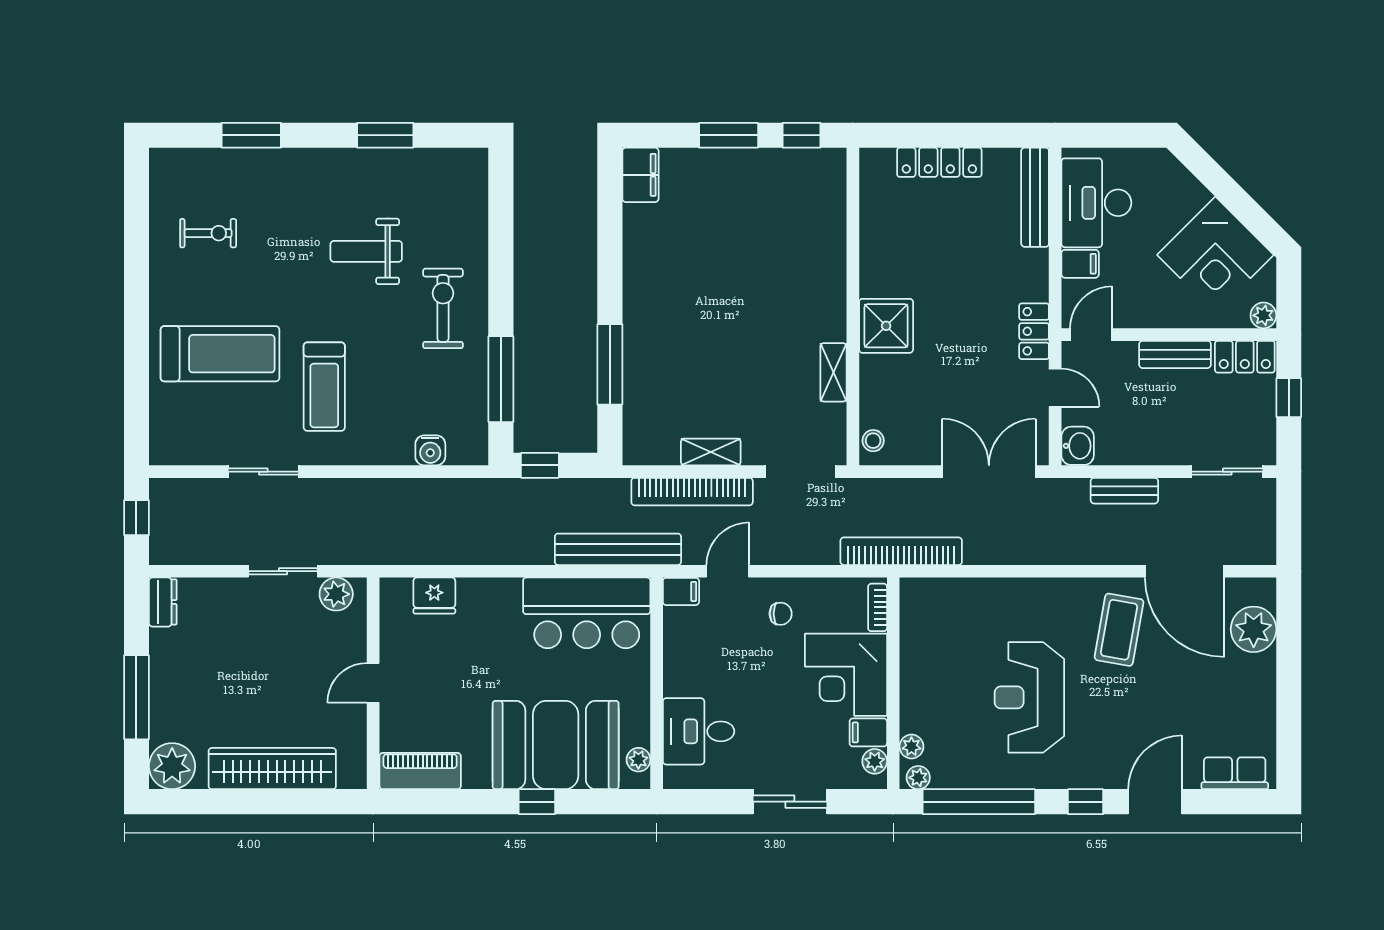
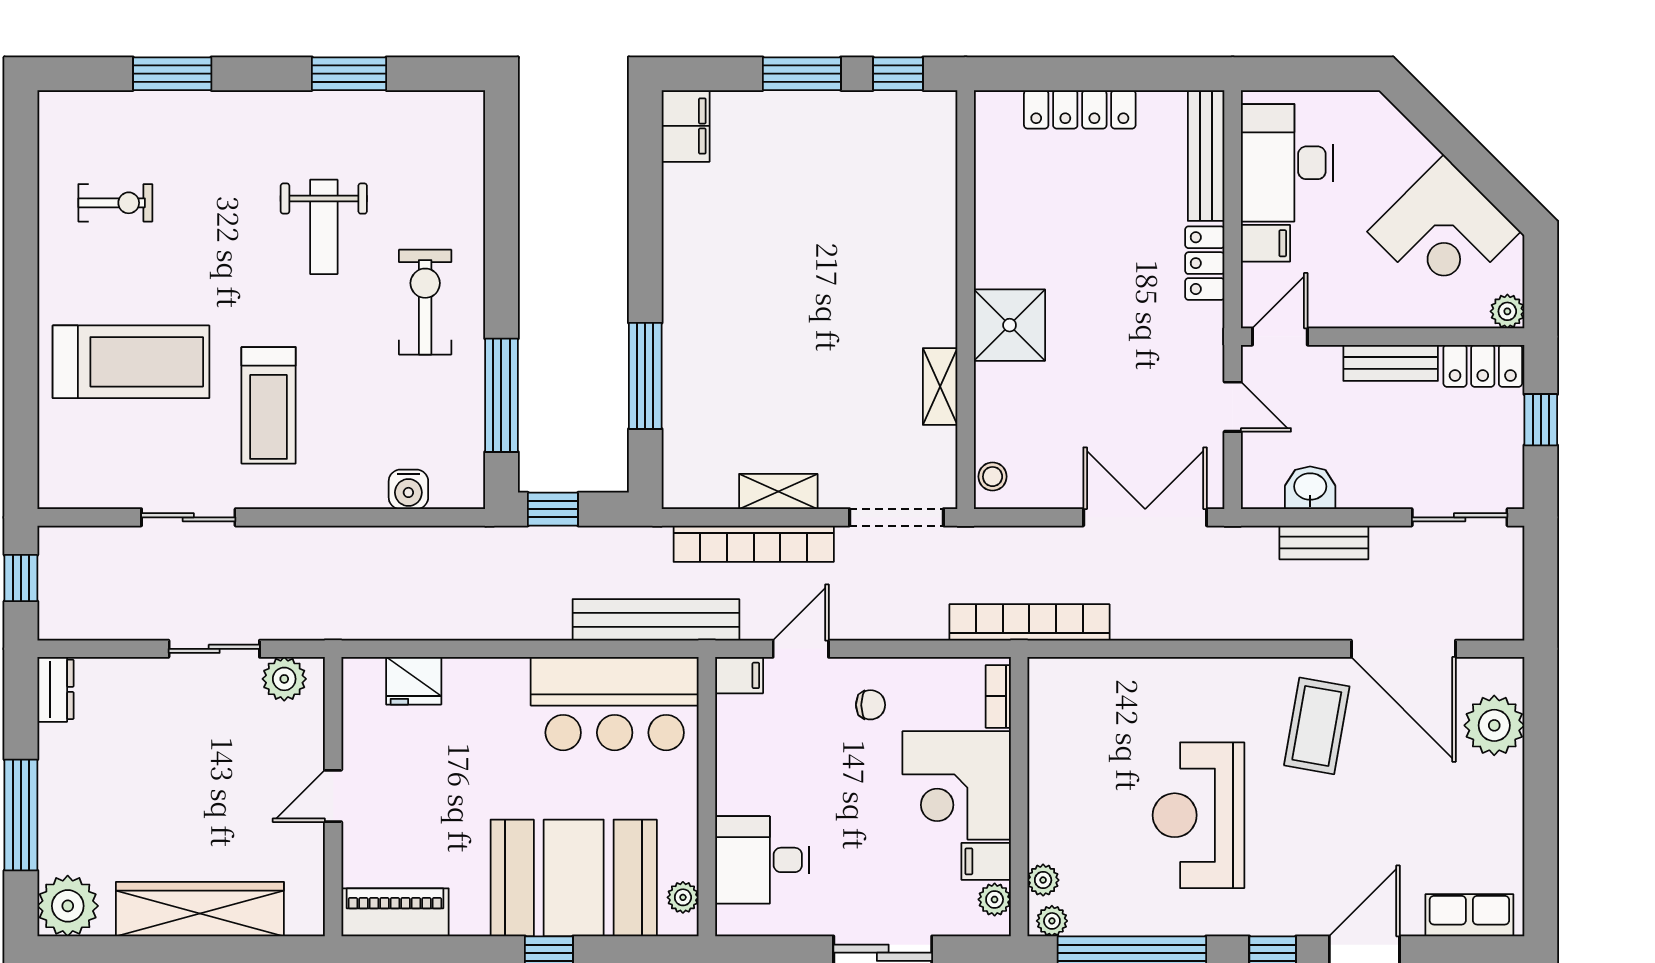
weight bench: (366, 251) -> (324, 227), turned -90
locker: (1034, 331) -> (1205, 263), moved
washbasin: (1078, 446) -> (1310, 488), moved, turned -90

